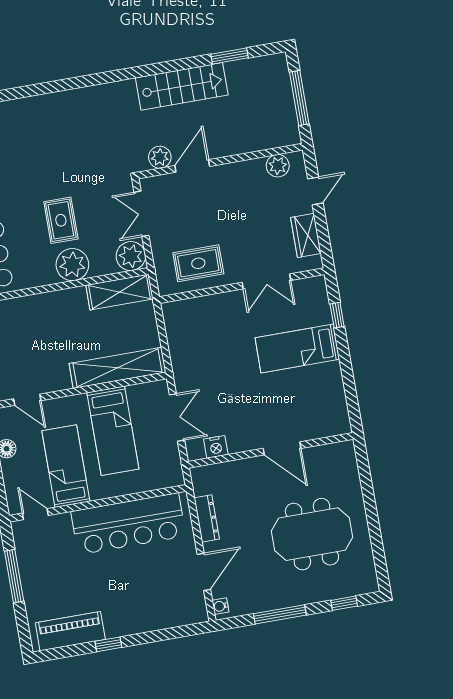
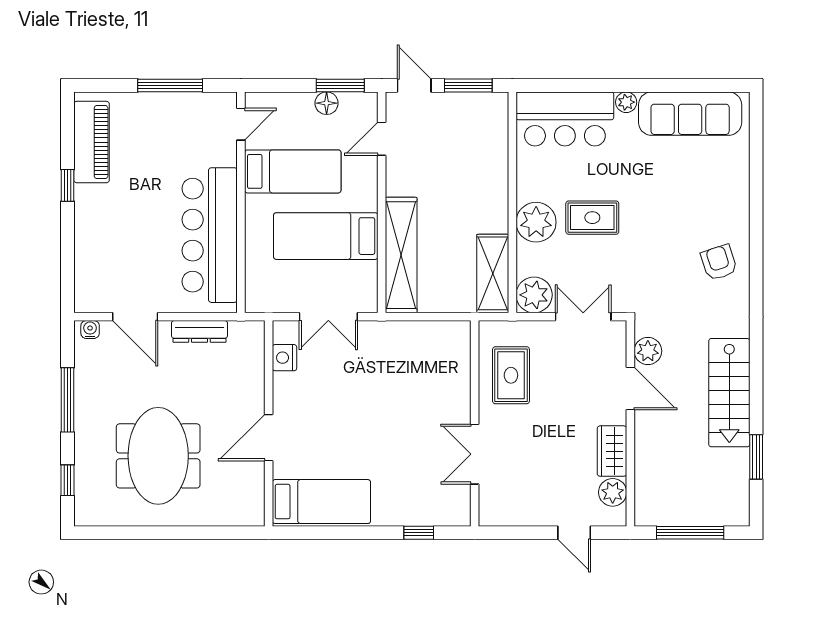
armchair: (79, 113) -> (719, 263), added
wardrobe: (306, 235) -> (612, 451), moved, turned -90
bed: (297, 349) -> (321, 502), moved, turned 90

